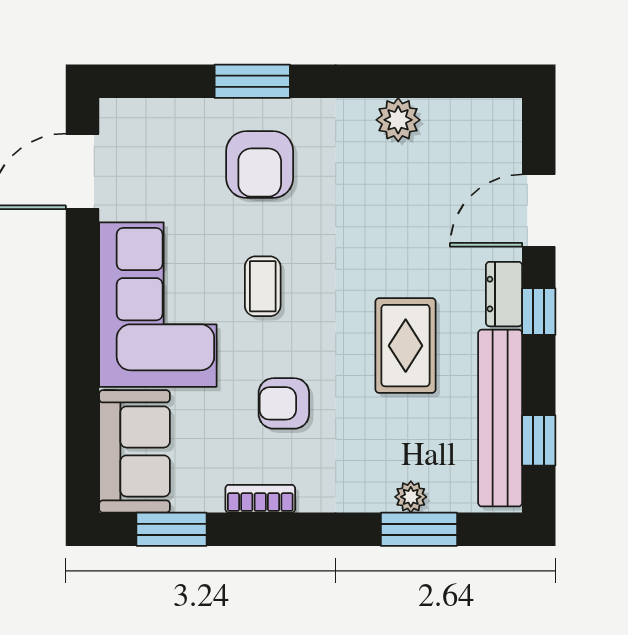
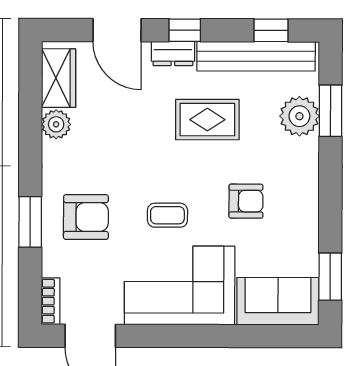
wardrobe: (467, 123) -> (59, 78), added
armchair: (284, 403) -> (246, 201), turned -90
plant: (411, 497) -> (299, 116), width x1.87, depth x1.87
bookcase: (260, 499) -> (50, 301), moved, turned 180

